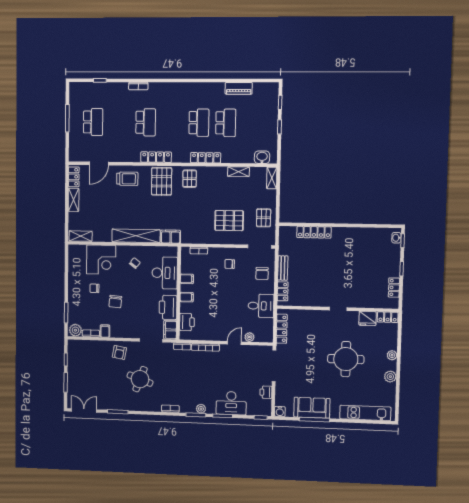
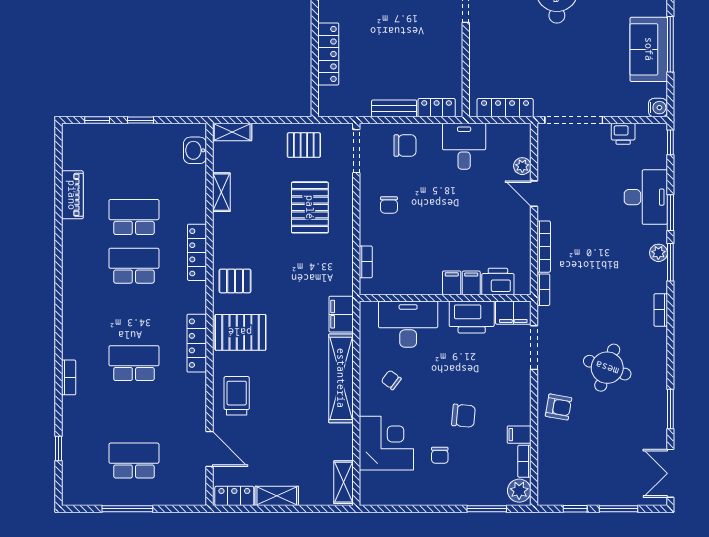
filing cabinet: (187, 279) -> (471, 283), moved

